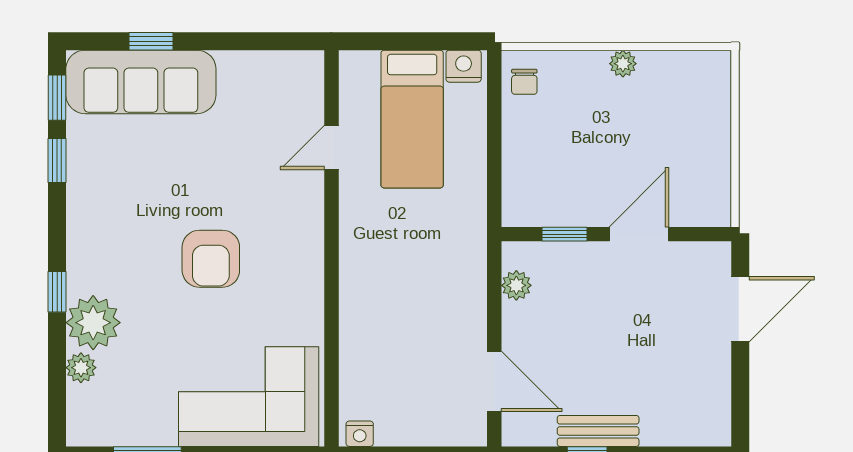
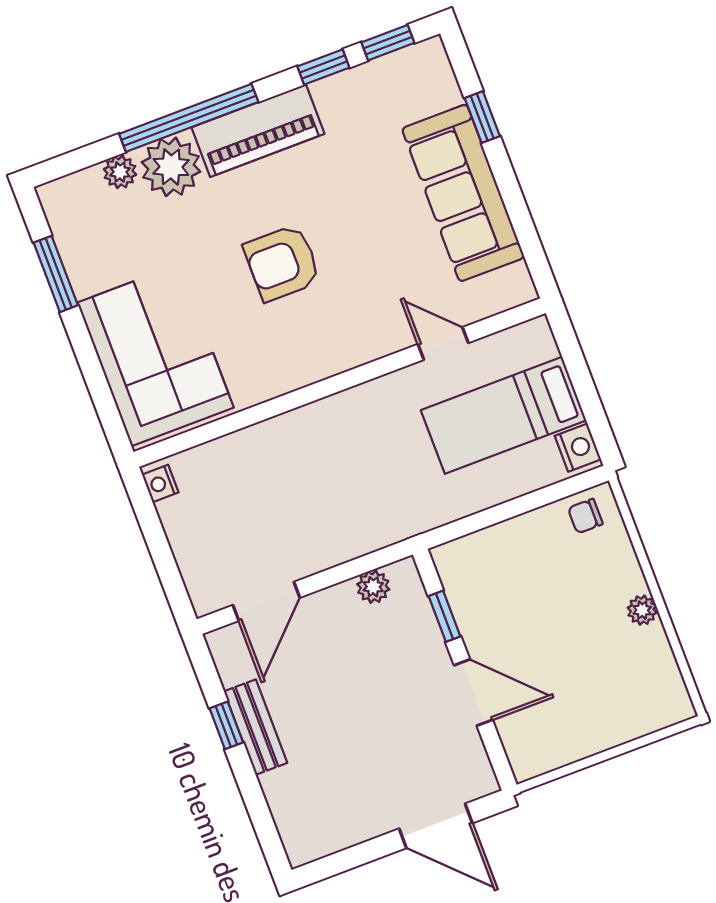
sofa: (141, 82) -> (463, 193), moved
piano: (90, 237) -> (258, 131), added
window: (57, 292) -> (189, 118), width x3.17

